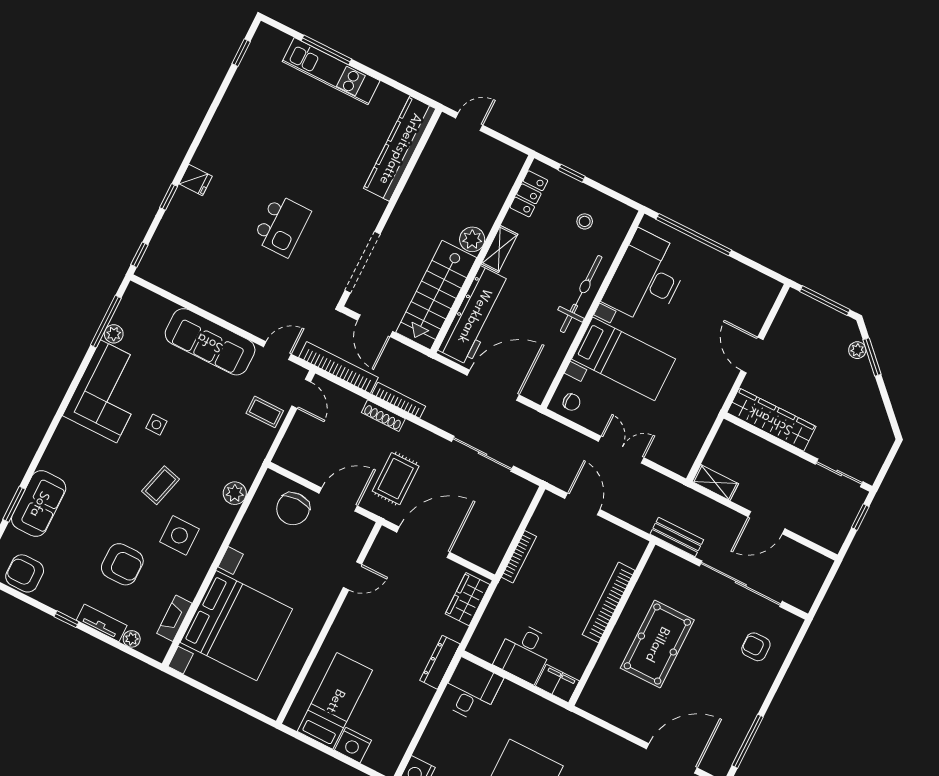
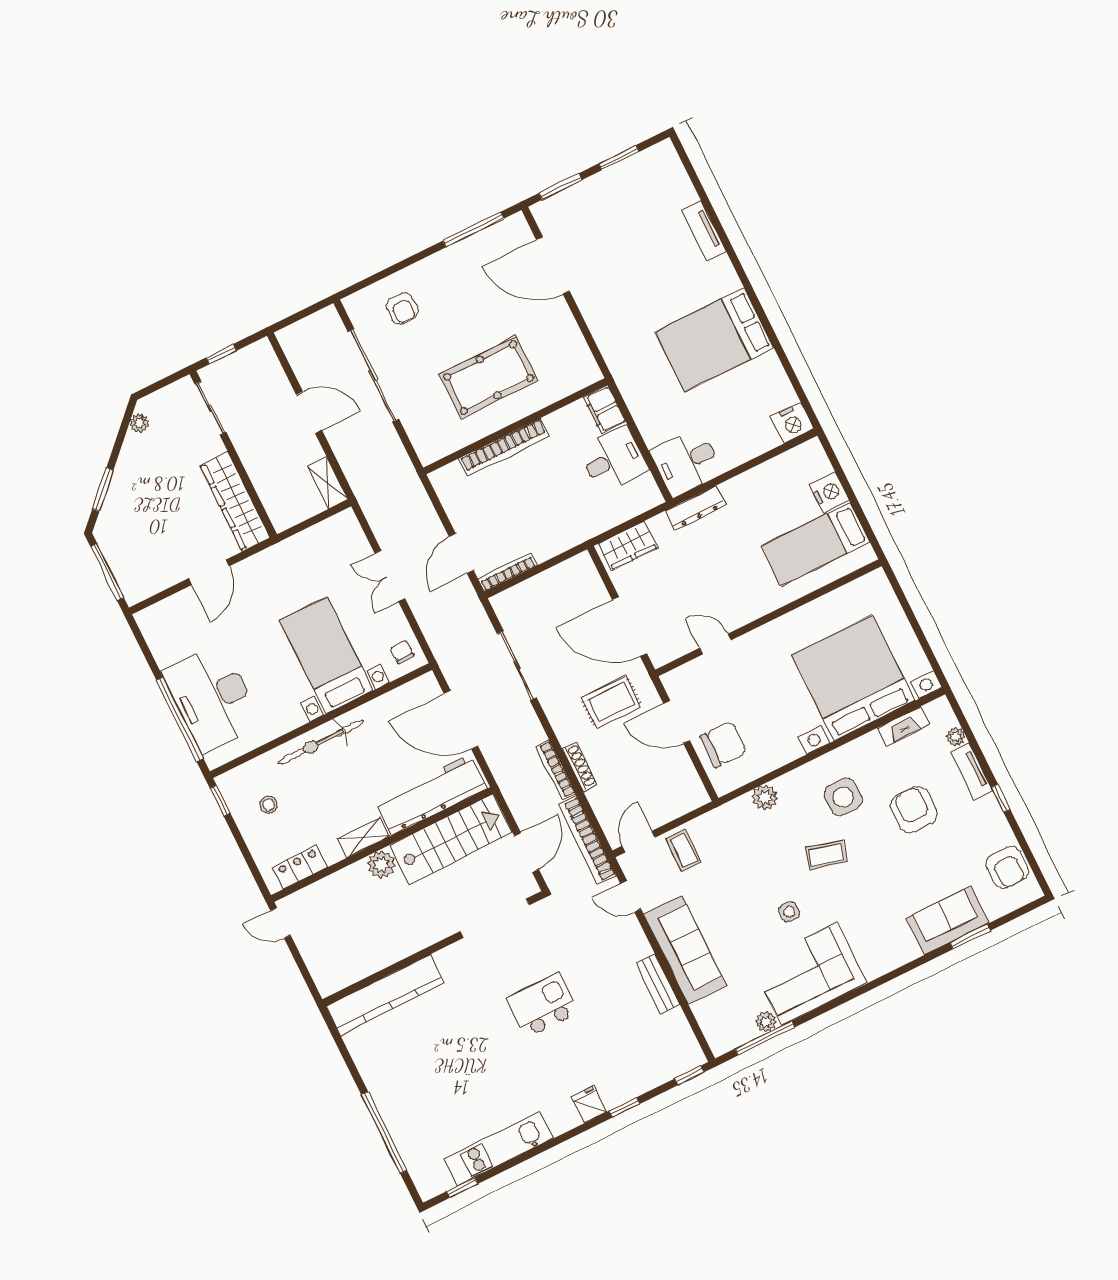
window: (326, 50) -> (384, 1133), width x1.46
kitchen unit: (331, 71) -> (499, 1149), moved, turned -90
door: (469, 122) -> (281, 923), moved
window: (572, 173) -> (220, 801), moved
desk: (647, 278) -> (212, 698), moved, turned 90
plant: (857, 350) -> (139, 423), moved
bench: (677, 537) -> (658, 984), moved
bookcase: (519, 557) -> (507, 572), moved

